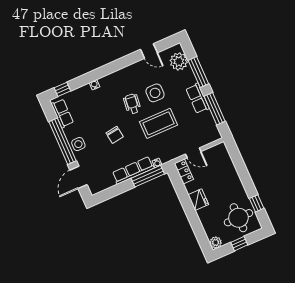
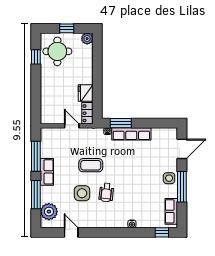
coffee table: (158, 123) -> (91, 165), width x0.73, depth x0.76
chair: (115, 135) -> (134, 172), removed
window: (62, 141) -> (182, 187), width x0.68
window: (148, 176) -> (121, 123), width x0.69
fridge: (198, 200) -> (86, 93), moved

